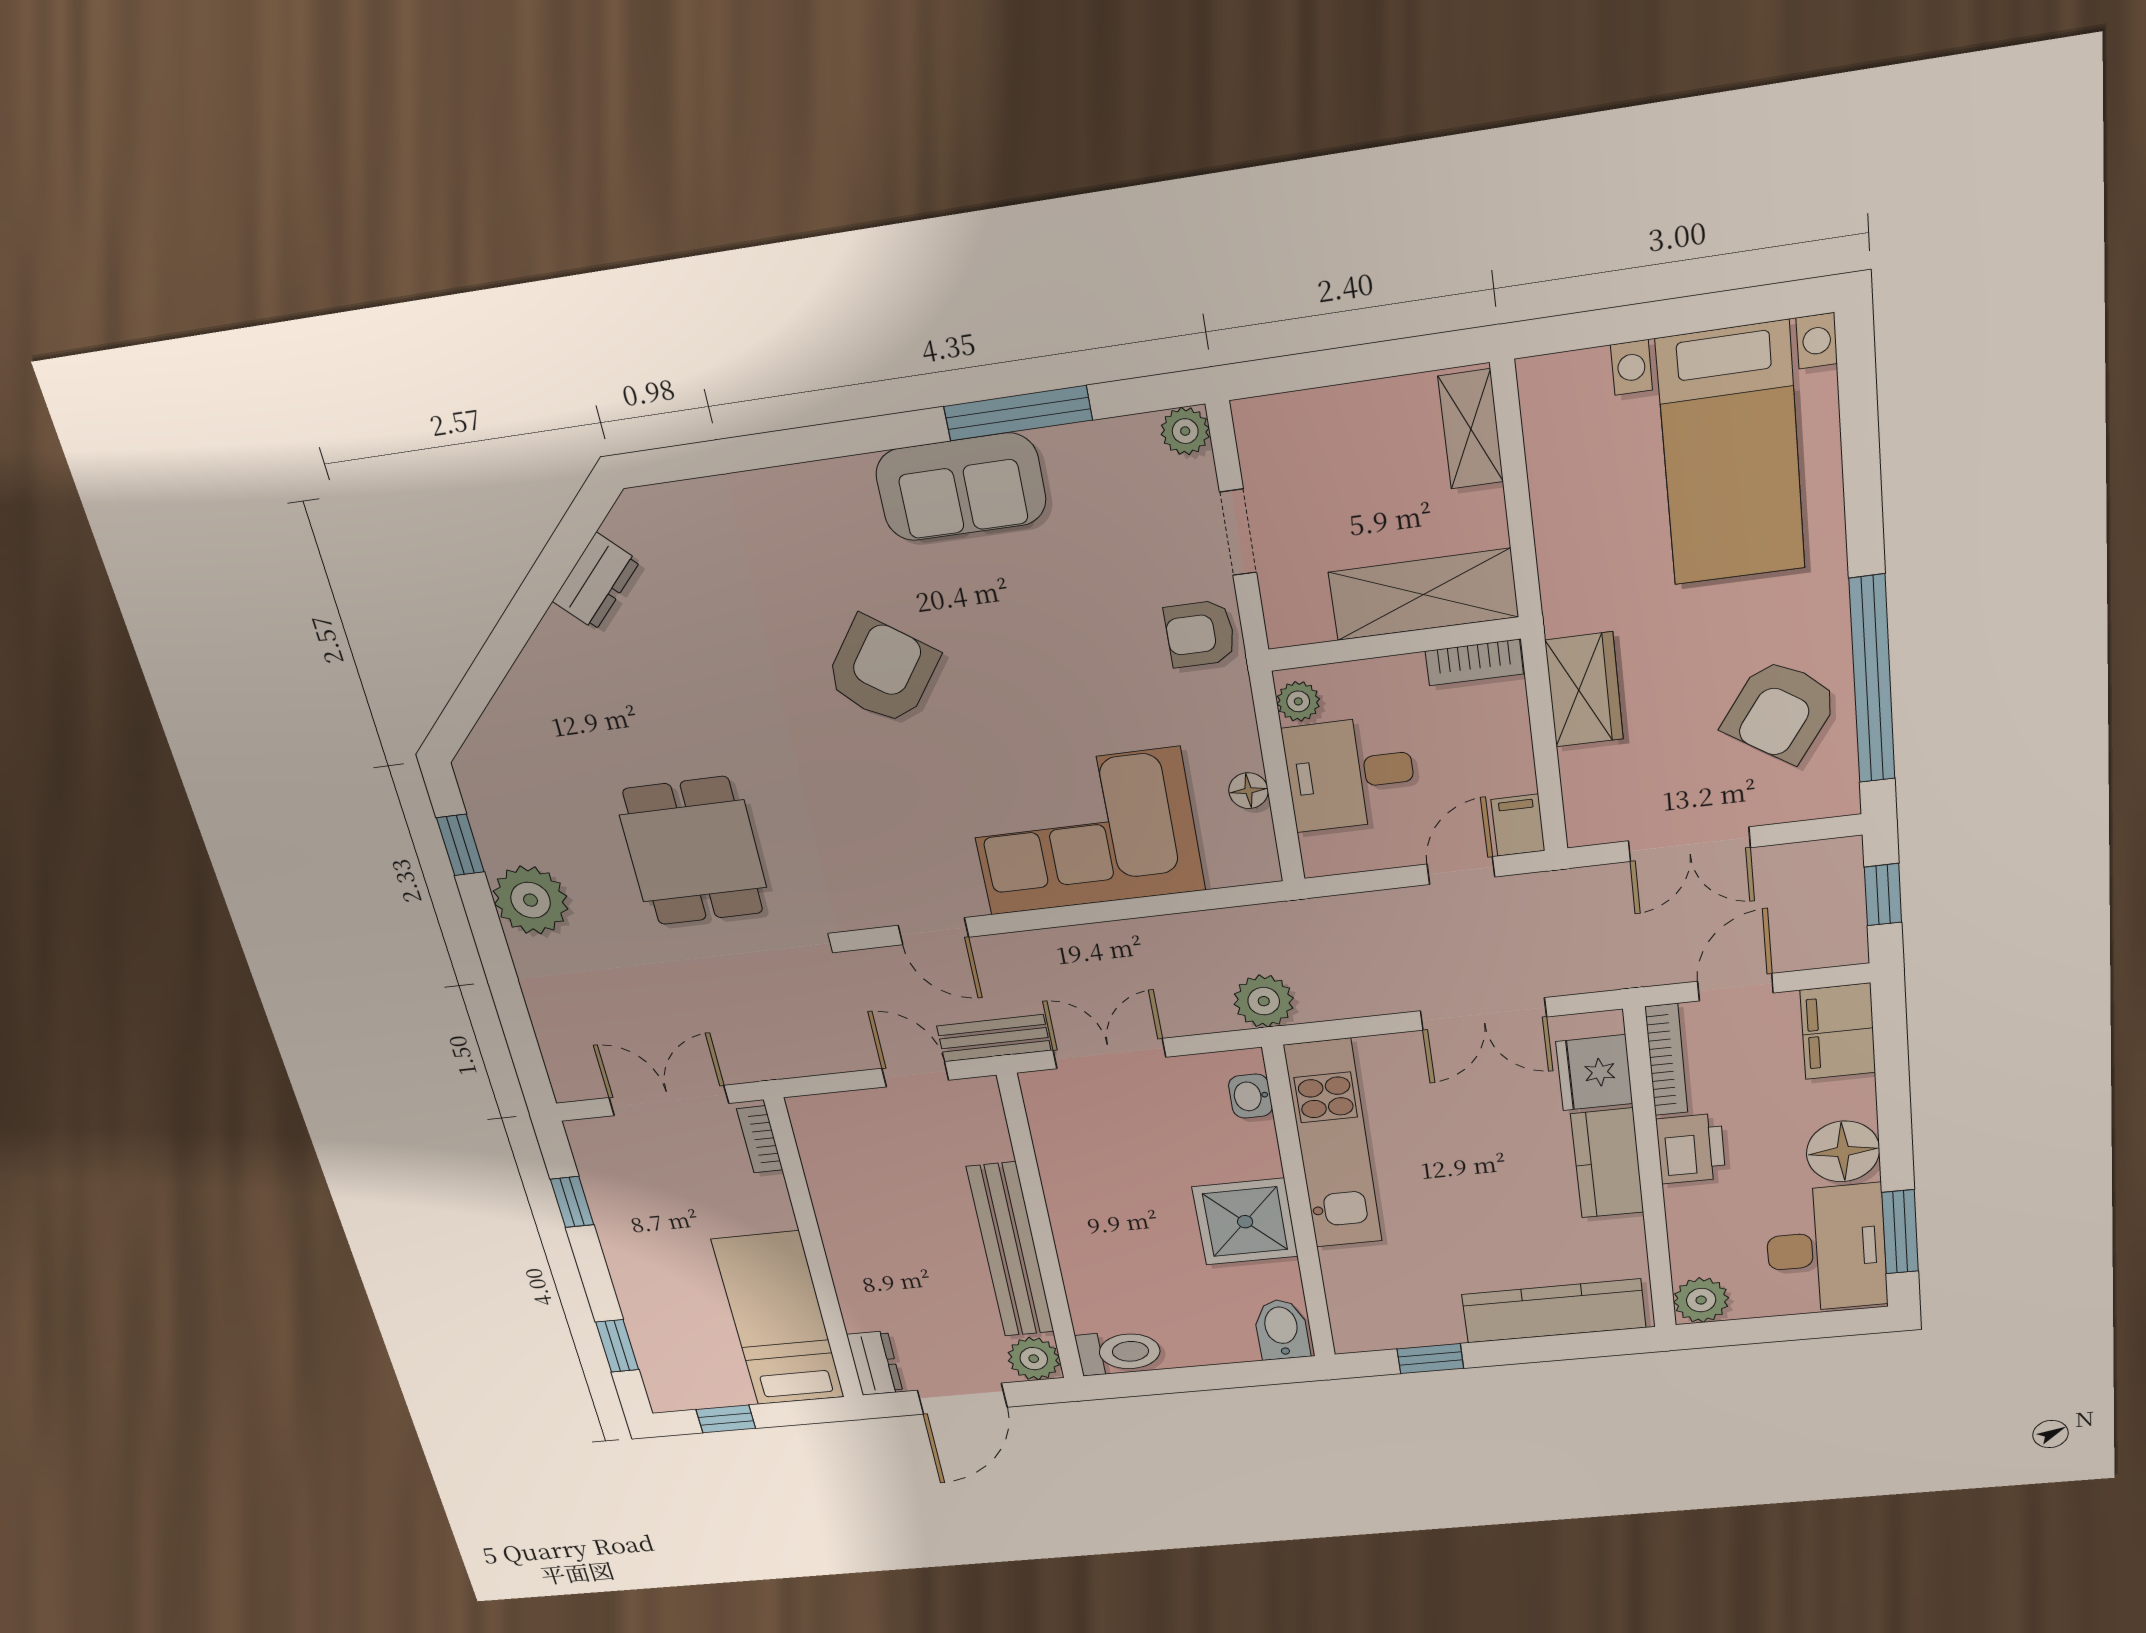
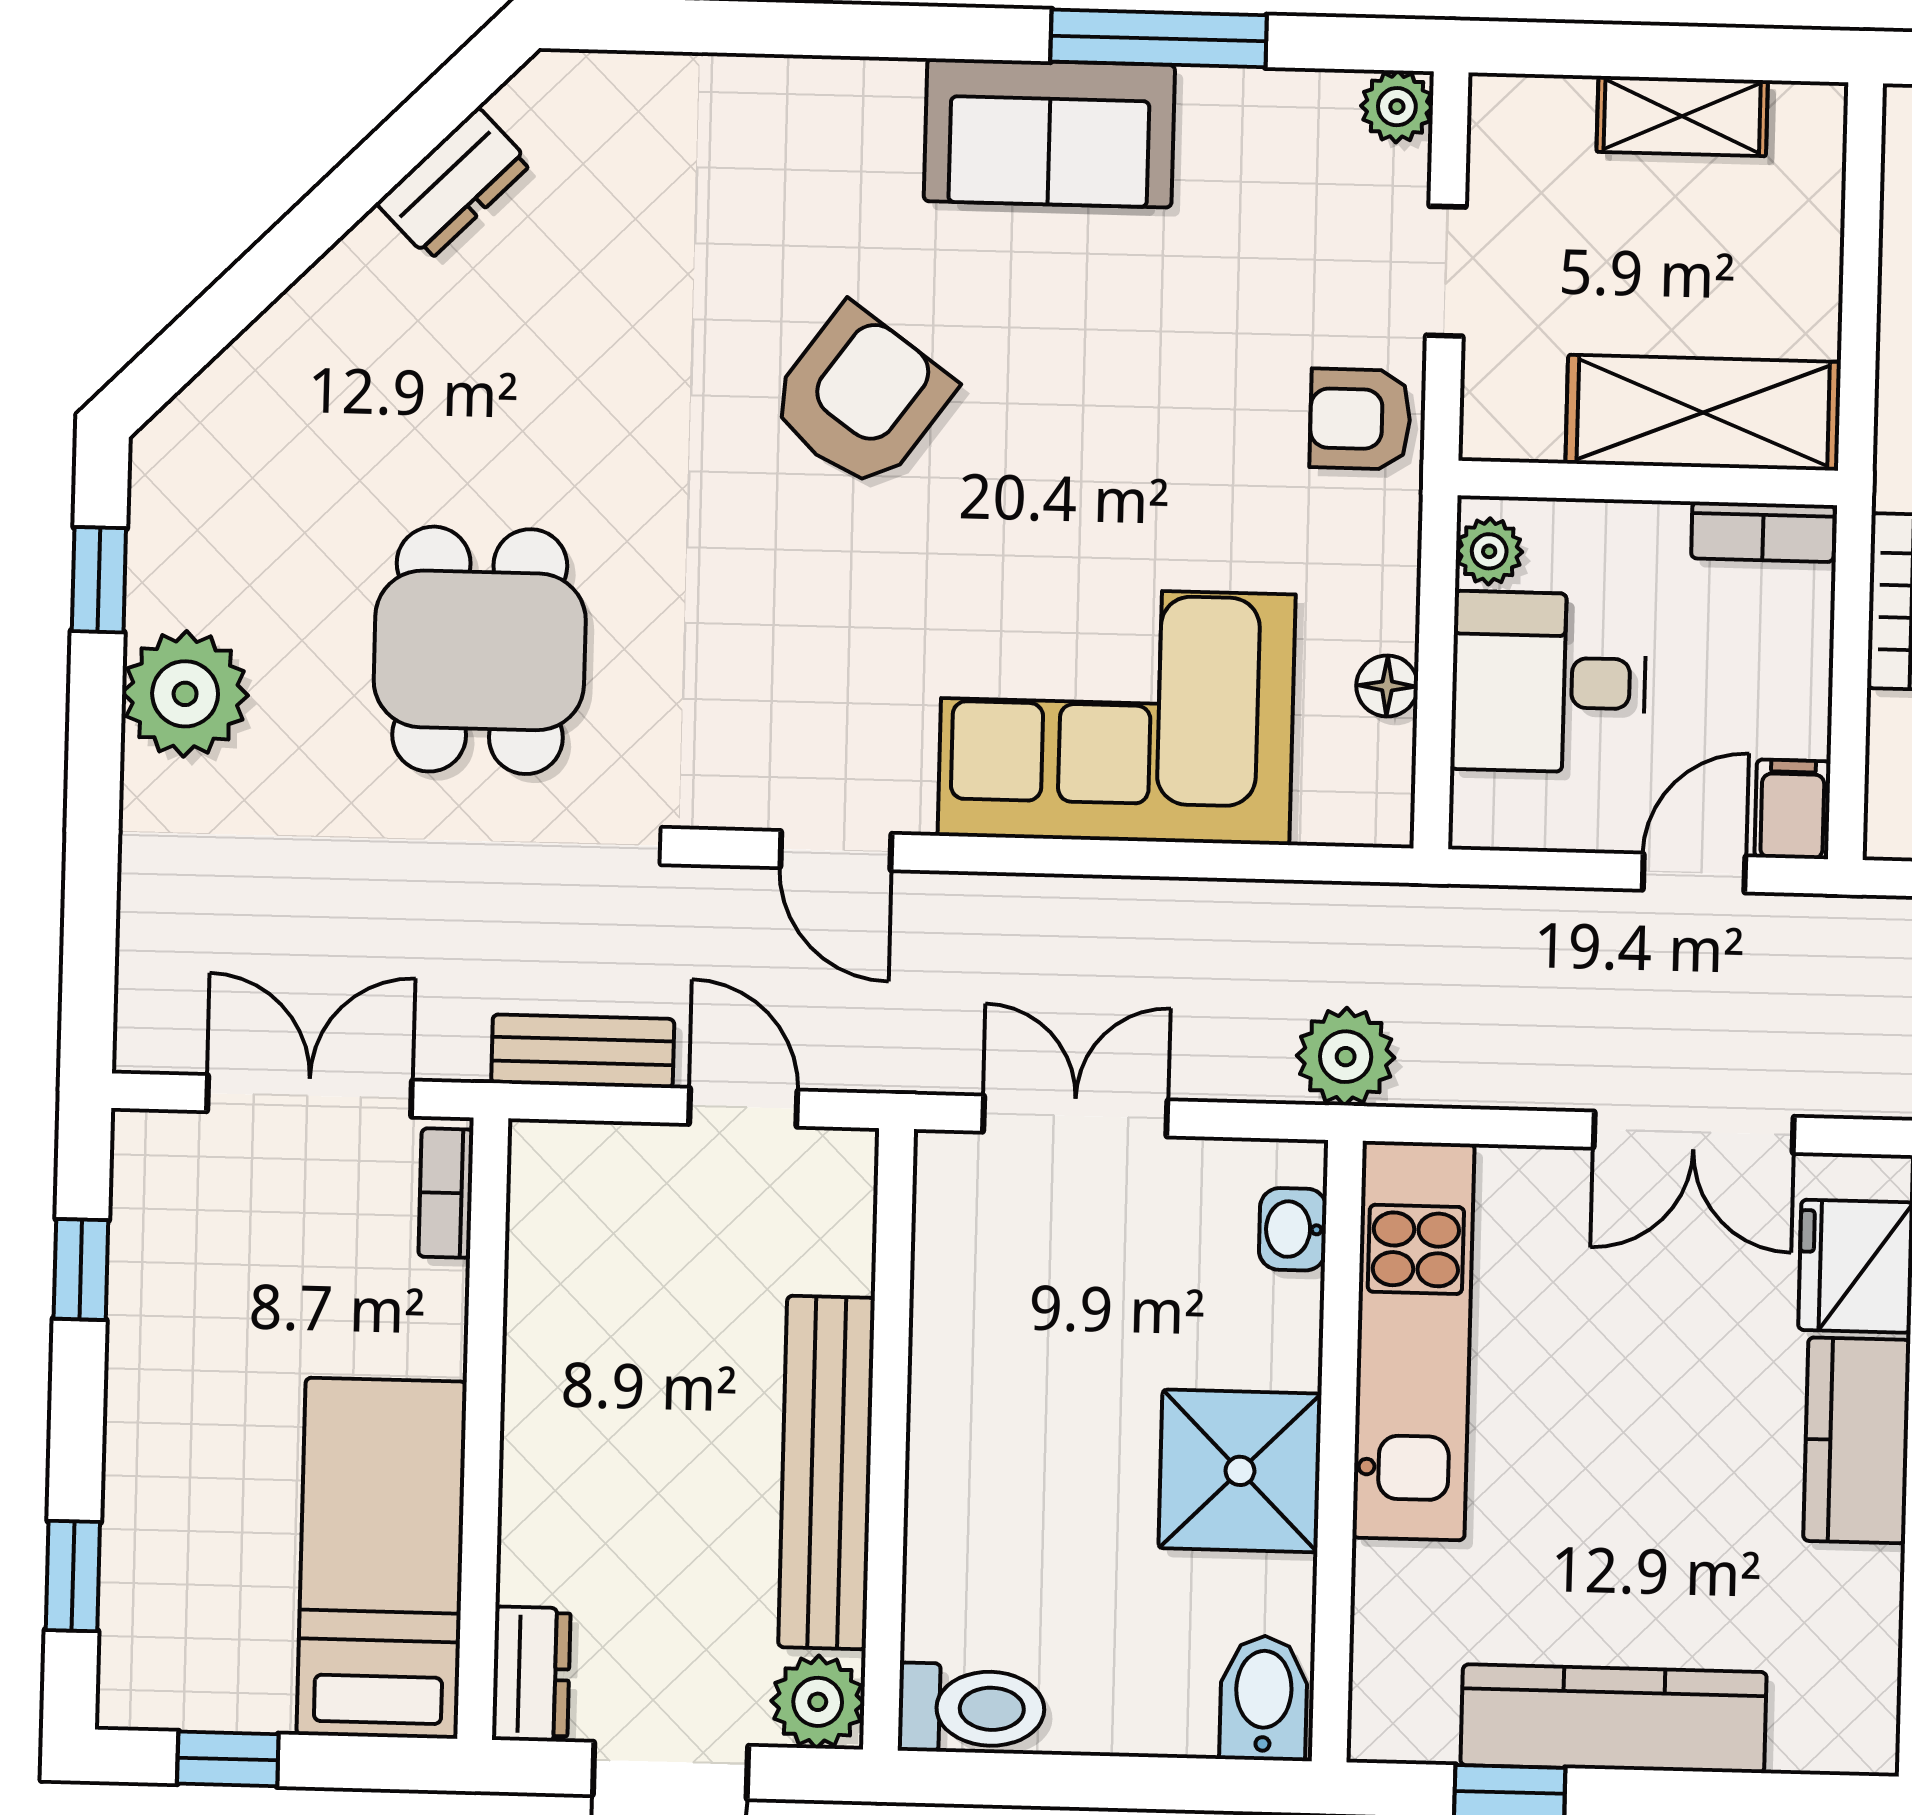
shelving: (1471, 429) -> (1682, 116), moved, turned 90
bench: (994, 1038) -> (583, 1051), moved
kitchen counter: (1554, 1311) -> (1614, 1719), moved

